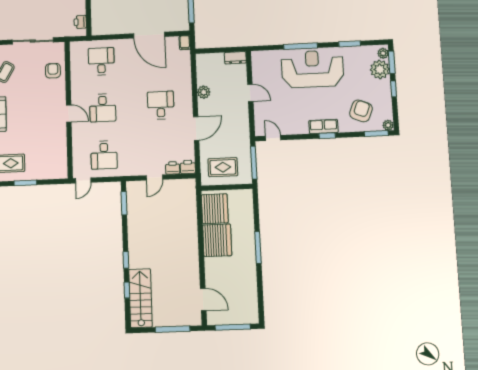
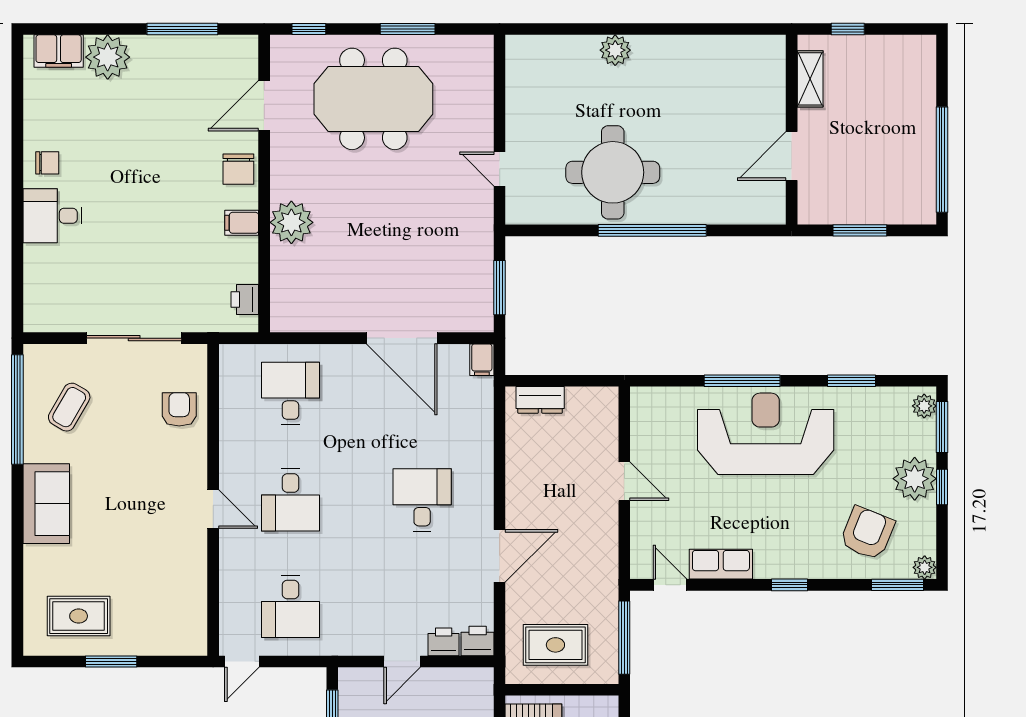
dresser: (235, 58) -> (540, 400), moved
plant: (380, 69) -> (915, 479), moved
plant: (204, 92) -> (520, 475), removed
row of seats: (323, 127) -> (721, 564), moved

